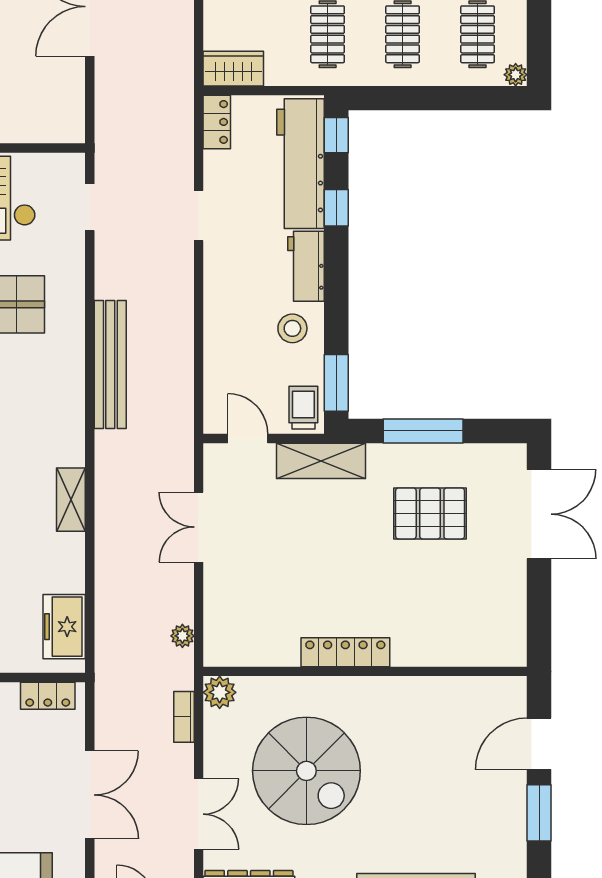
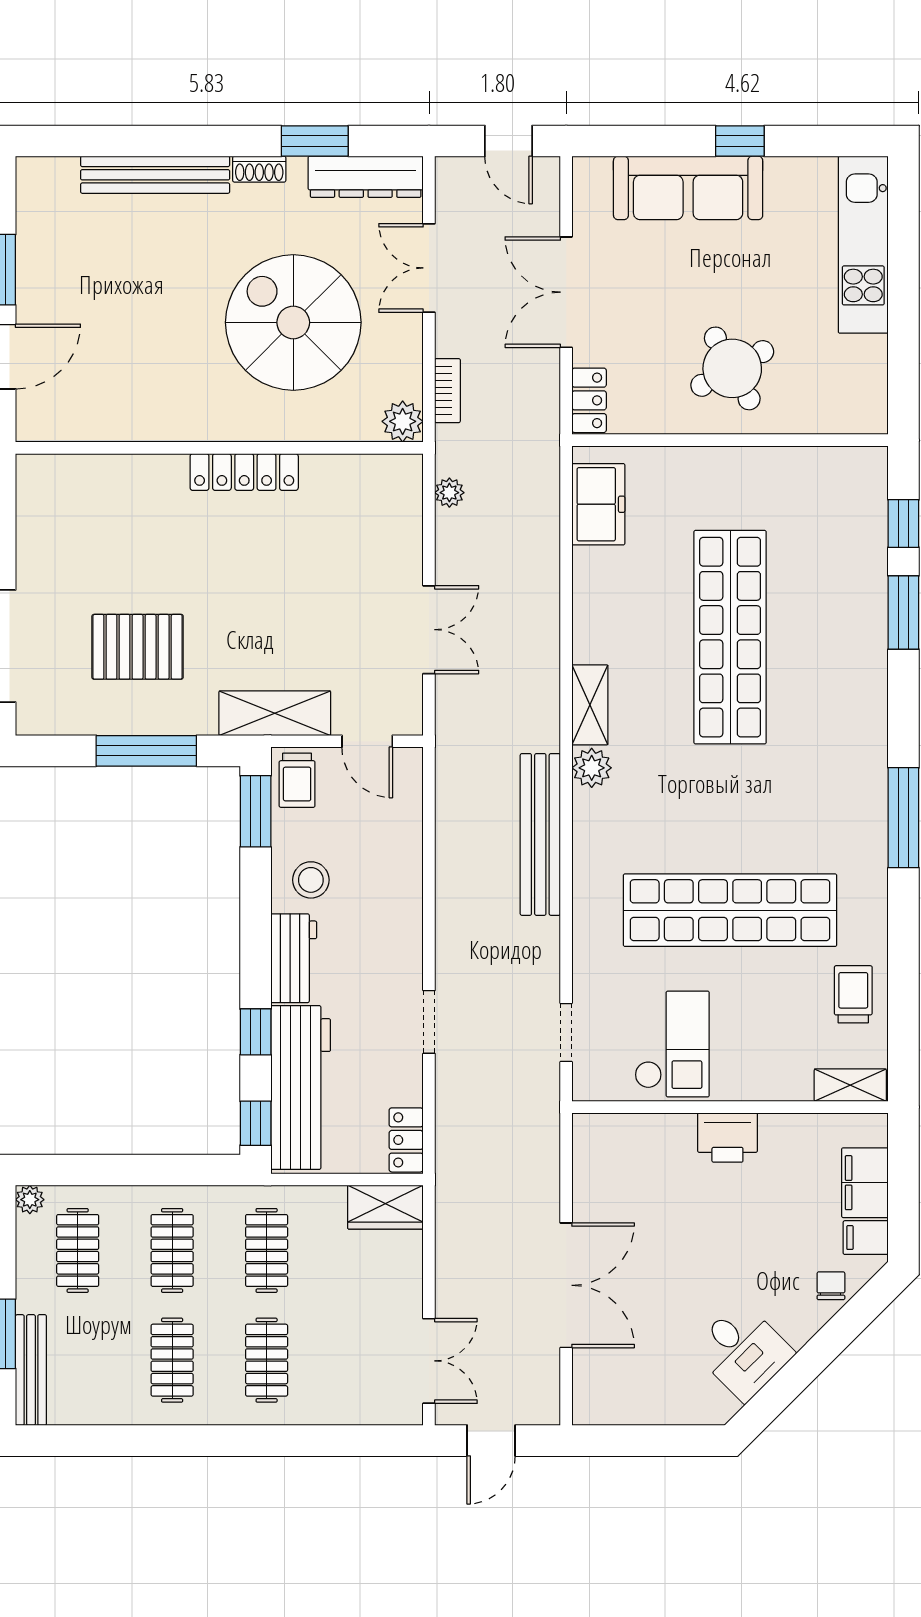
plant: (70, 417) -> (592, 768), added
shelving: (71, 500) -> (590, 705), moved
locker: (48, 696) -> (589, 400), moved, turned 90

